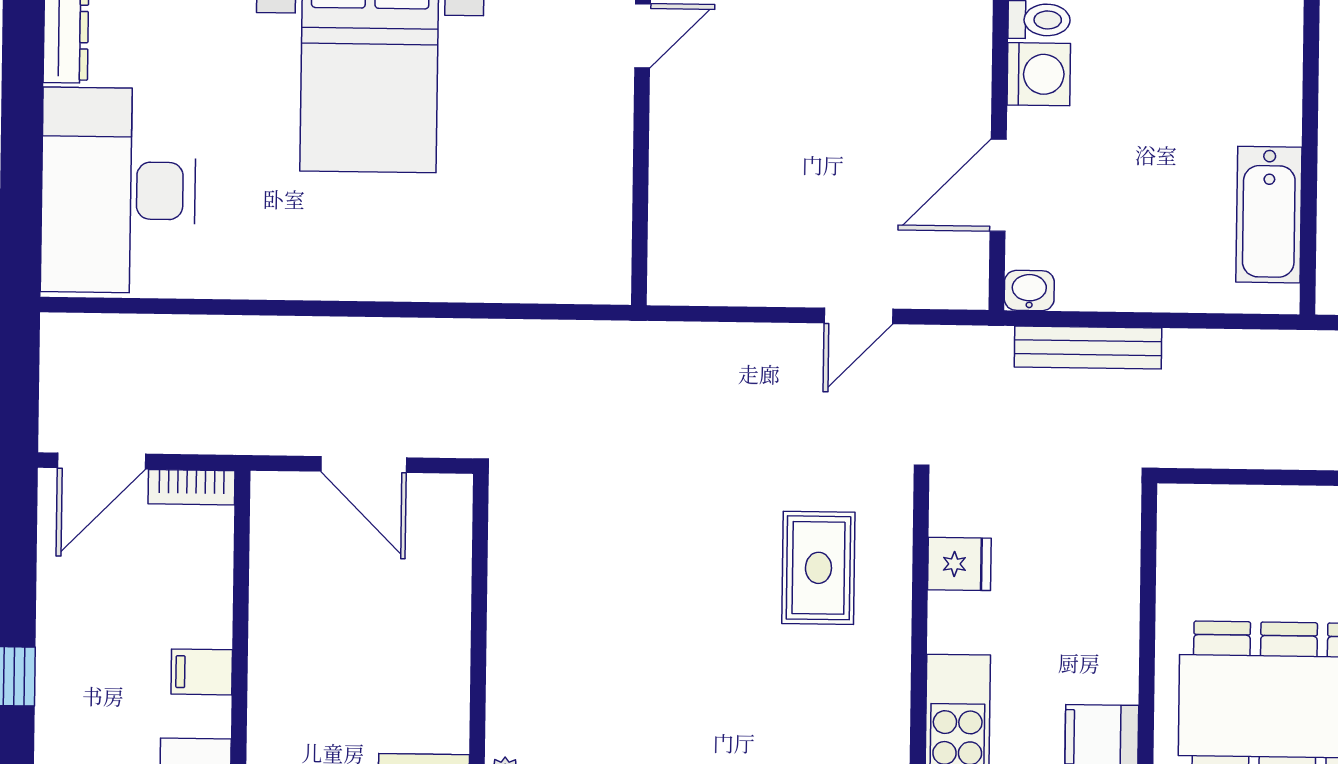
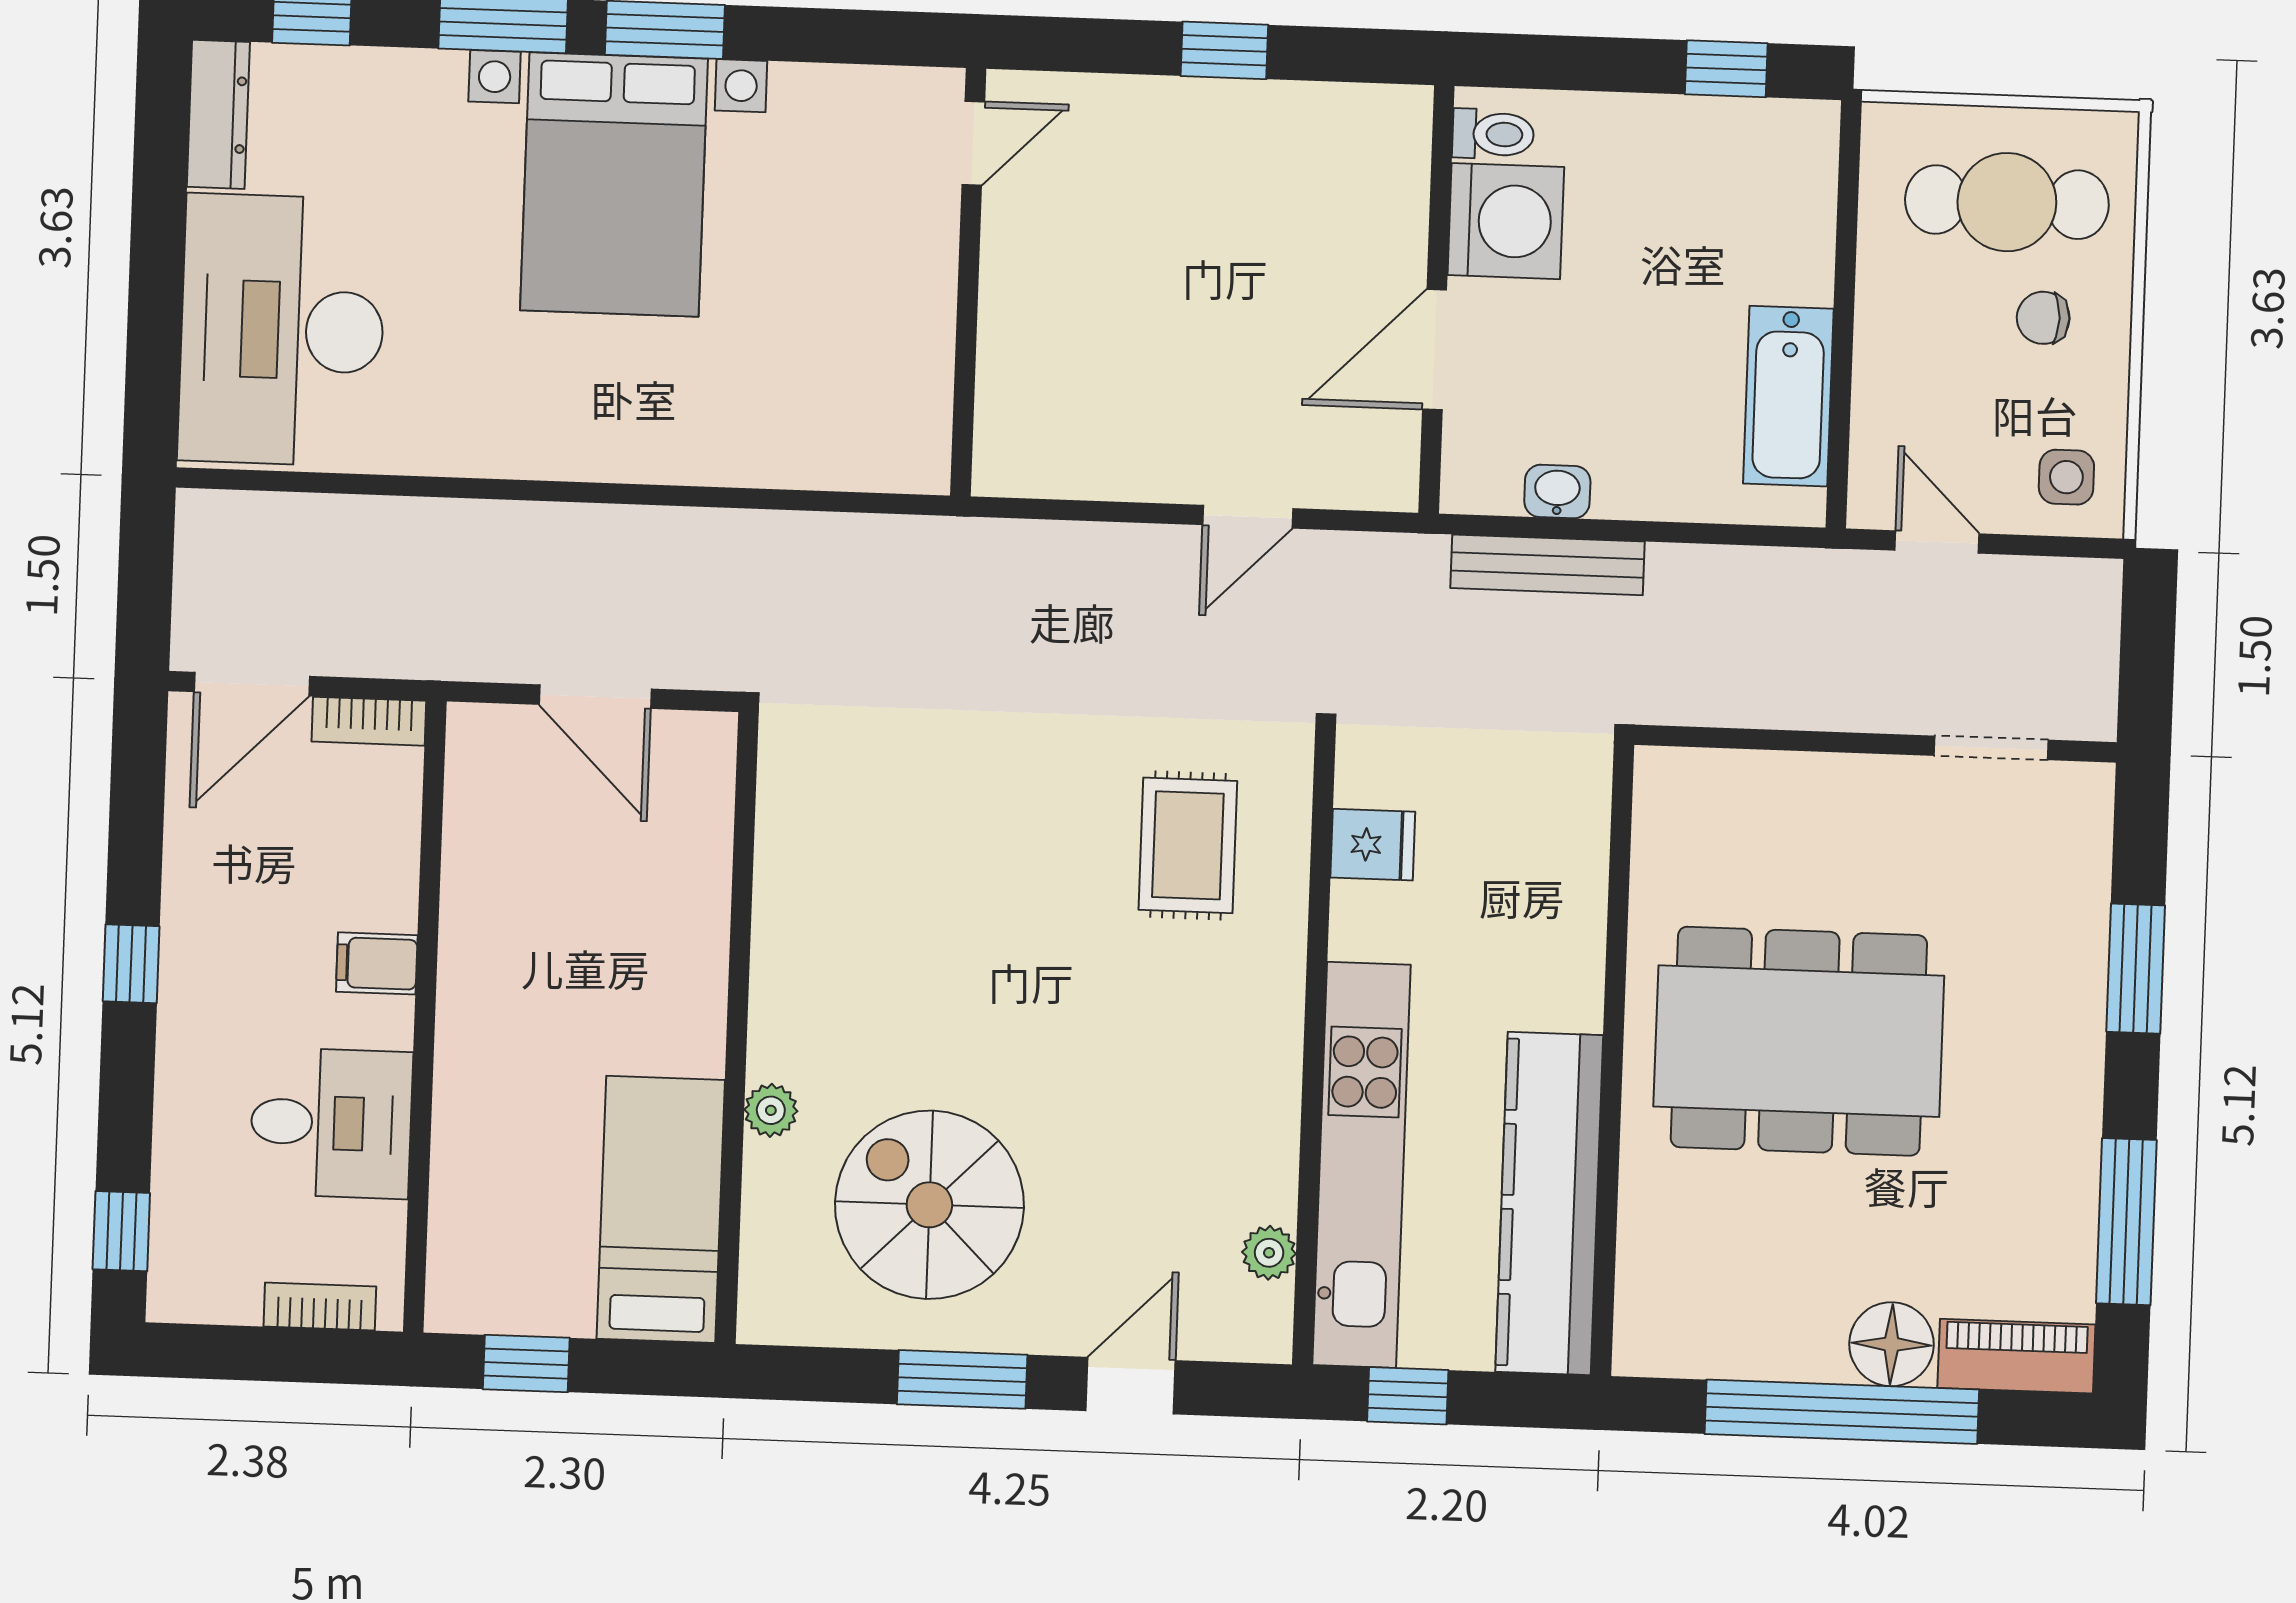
washing machine: (1039, 74) -> (1506, 221), width x1.37, depth x1.37
washbasin: (1029, 291) -> (1557, 492), moved

